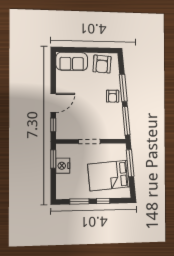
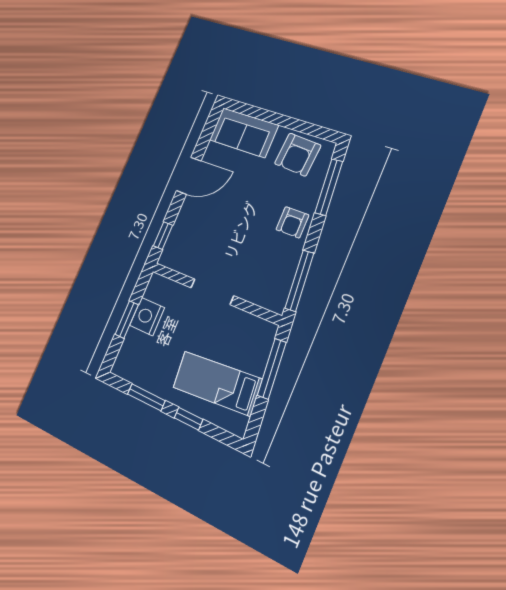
window: (123, 88) -> (329, 187), moved
door: (53, 103) -> (189, 176), moved
window: (53, 159) -> (127, 320), moved
bed: (109, 176) -> (217, 383), width x0.67

